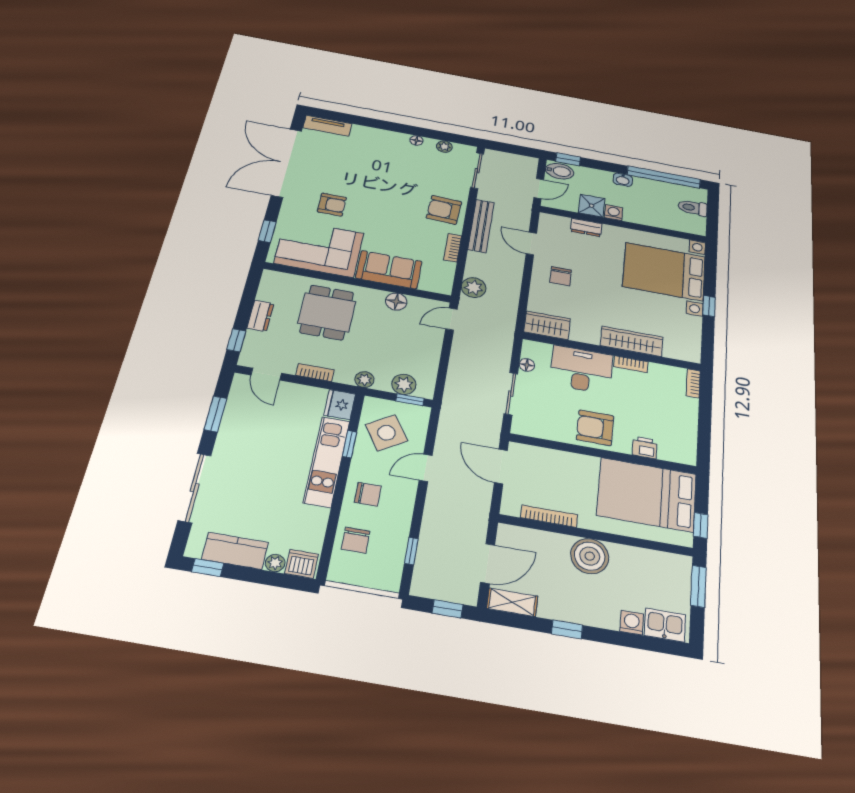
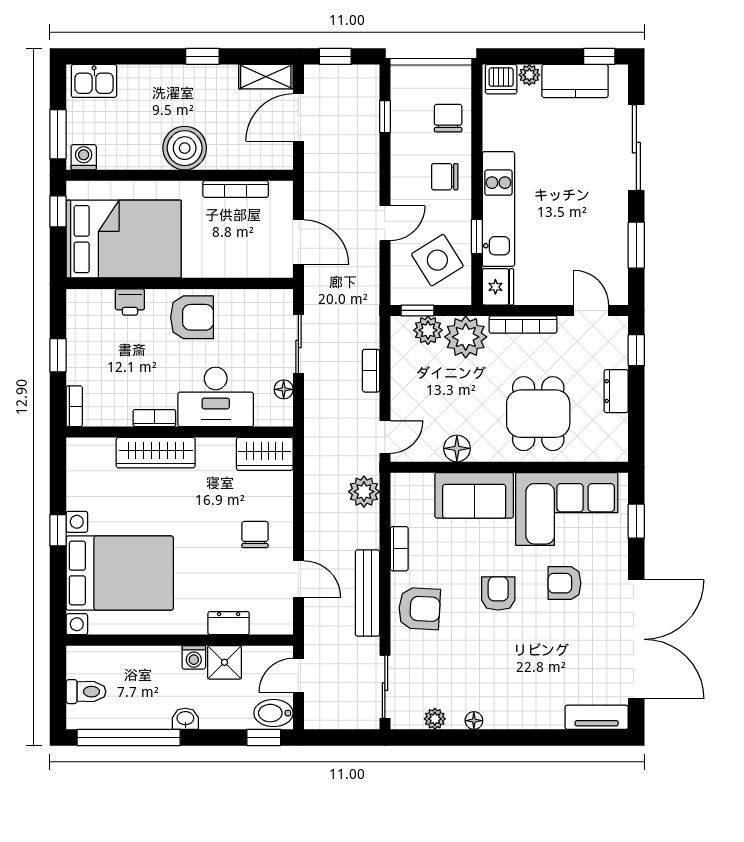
armchair: (383, 208) -> (498, 594), added
bookcase: (455, 365) -> (371, 371), added
bookcase: (315, 373) -> (523, 324), width x1.56
plant: (364, 380) -> (466, 337), width x1.87, depth x1.87
window: (705, 420) -> (58, 355), added
washing machine: (632, 623) -> (84, 157), moved, turned 180

